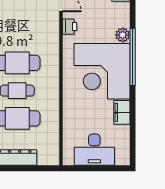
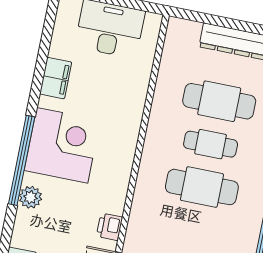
corner desk: (102, 71) -> (62, 145), width x0.74, depth x0.74

